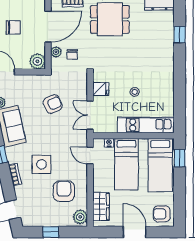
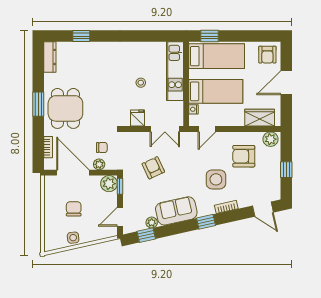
window: (35, 72) -> (120, 186), added

